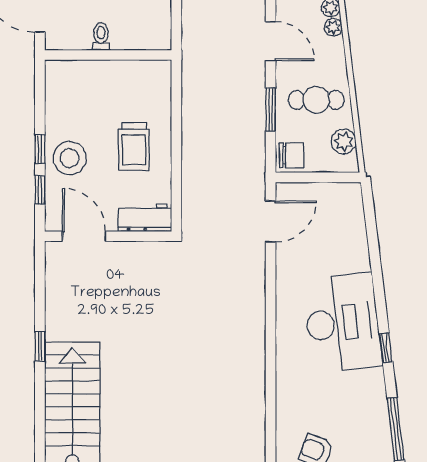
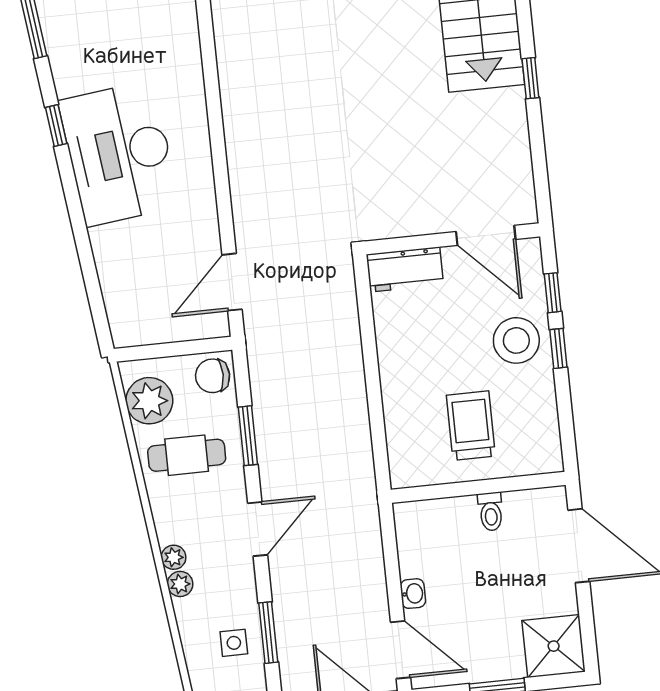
door: (271, 41) -> (258, 529), swing flipped
plant: (344, 141) -> (149, 401), width x1.36, depth x1.36
trolley: (134, 146) -> (471, 426), moved

